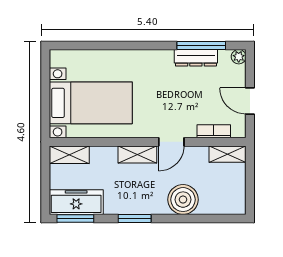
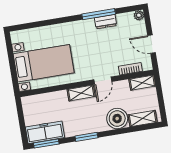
window: (201, 45) -> (99, 14), moved
dresser: (196, 58) -> (106, 22), width x0.70
shelving: (69, 155) -> (143, 119), moved

